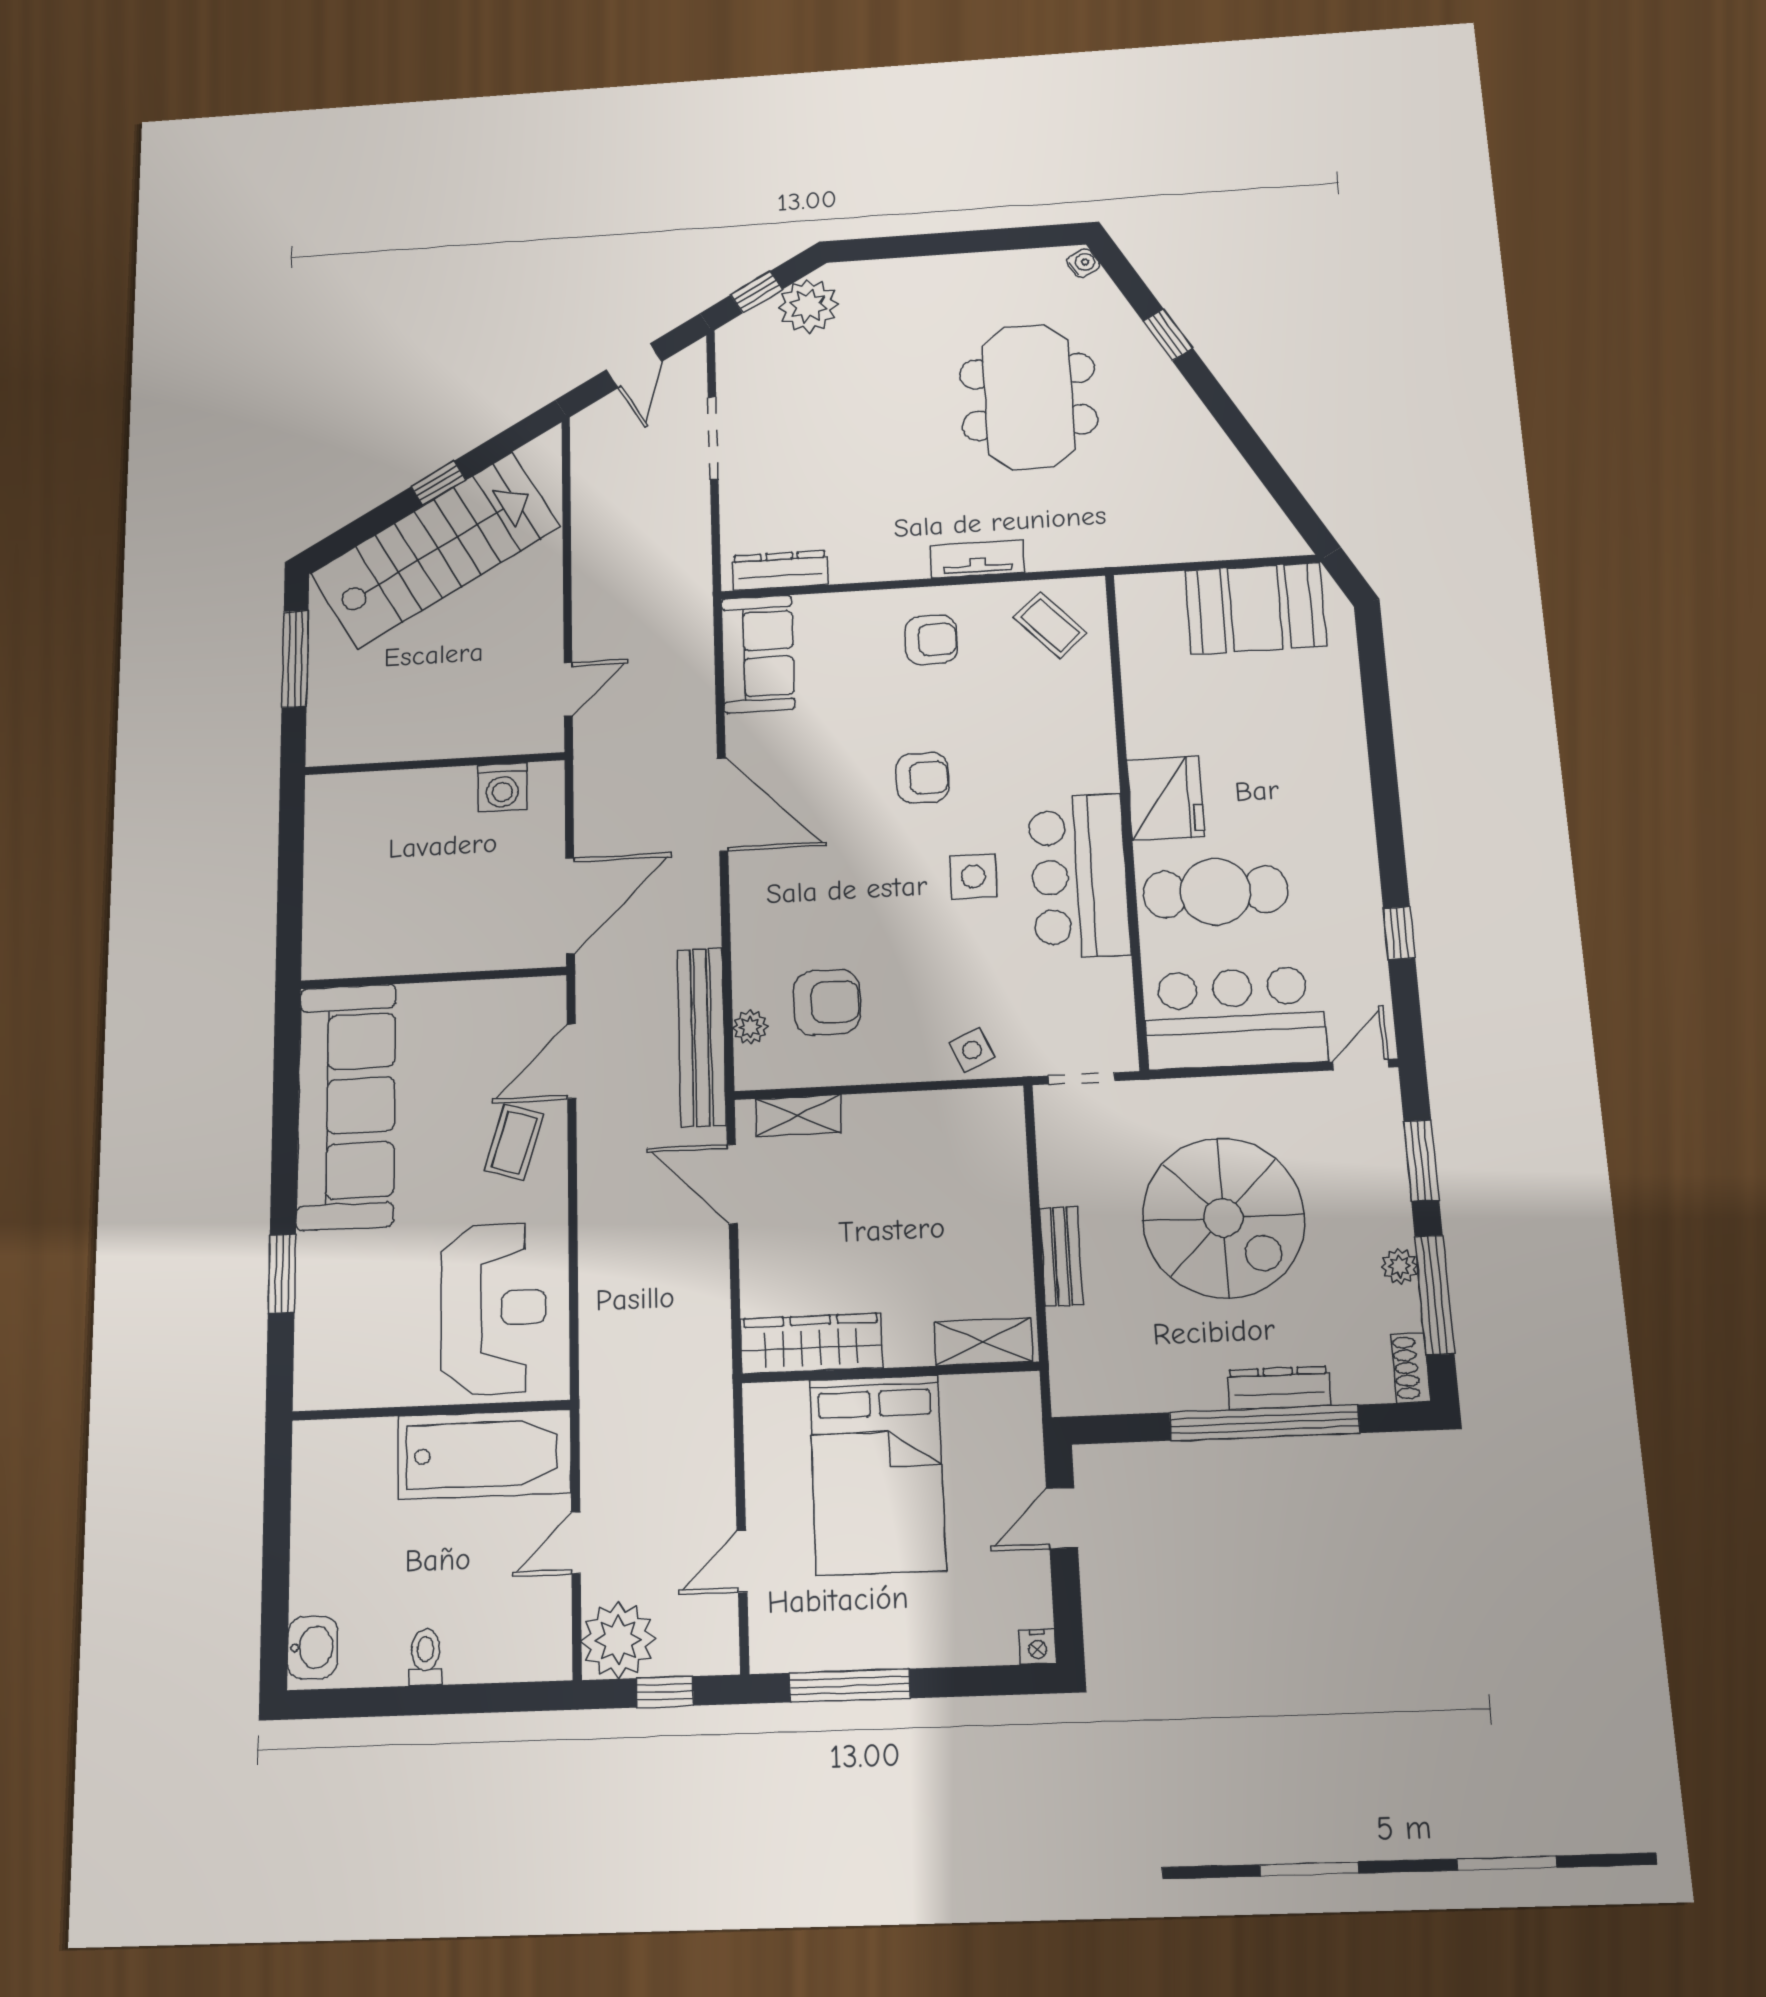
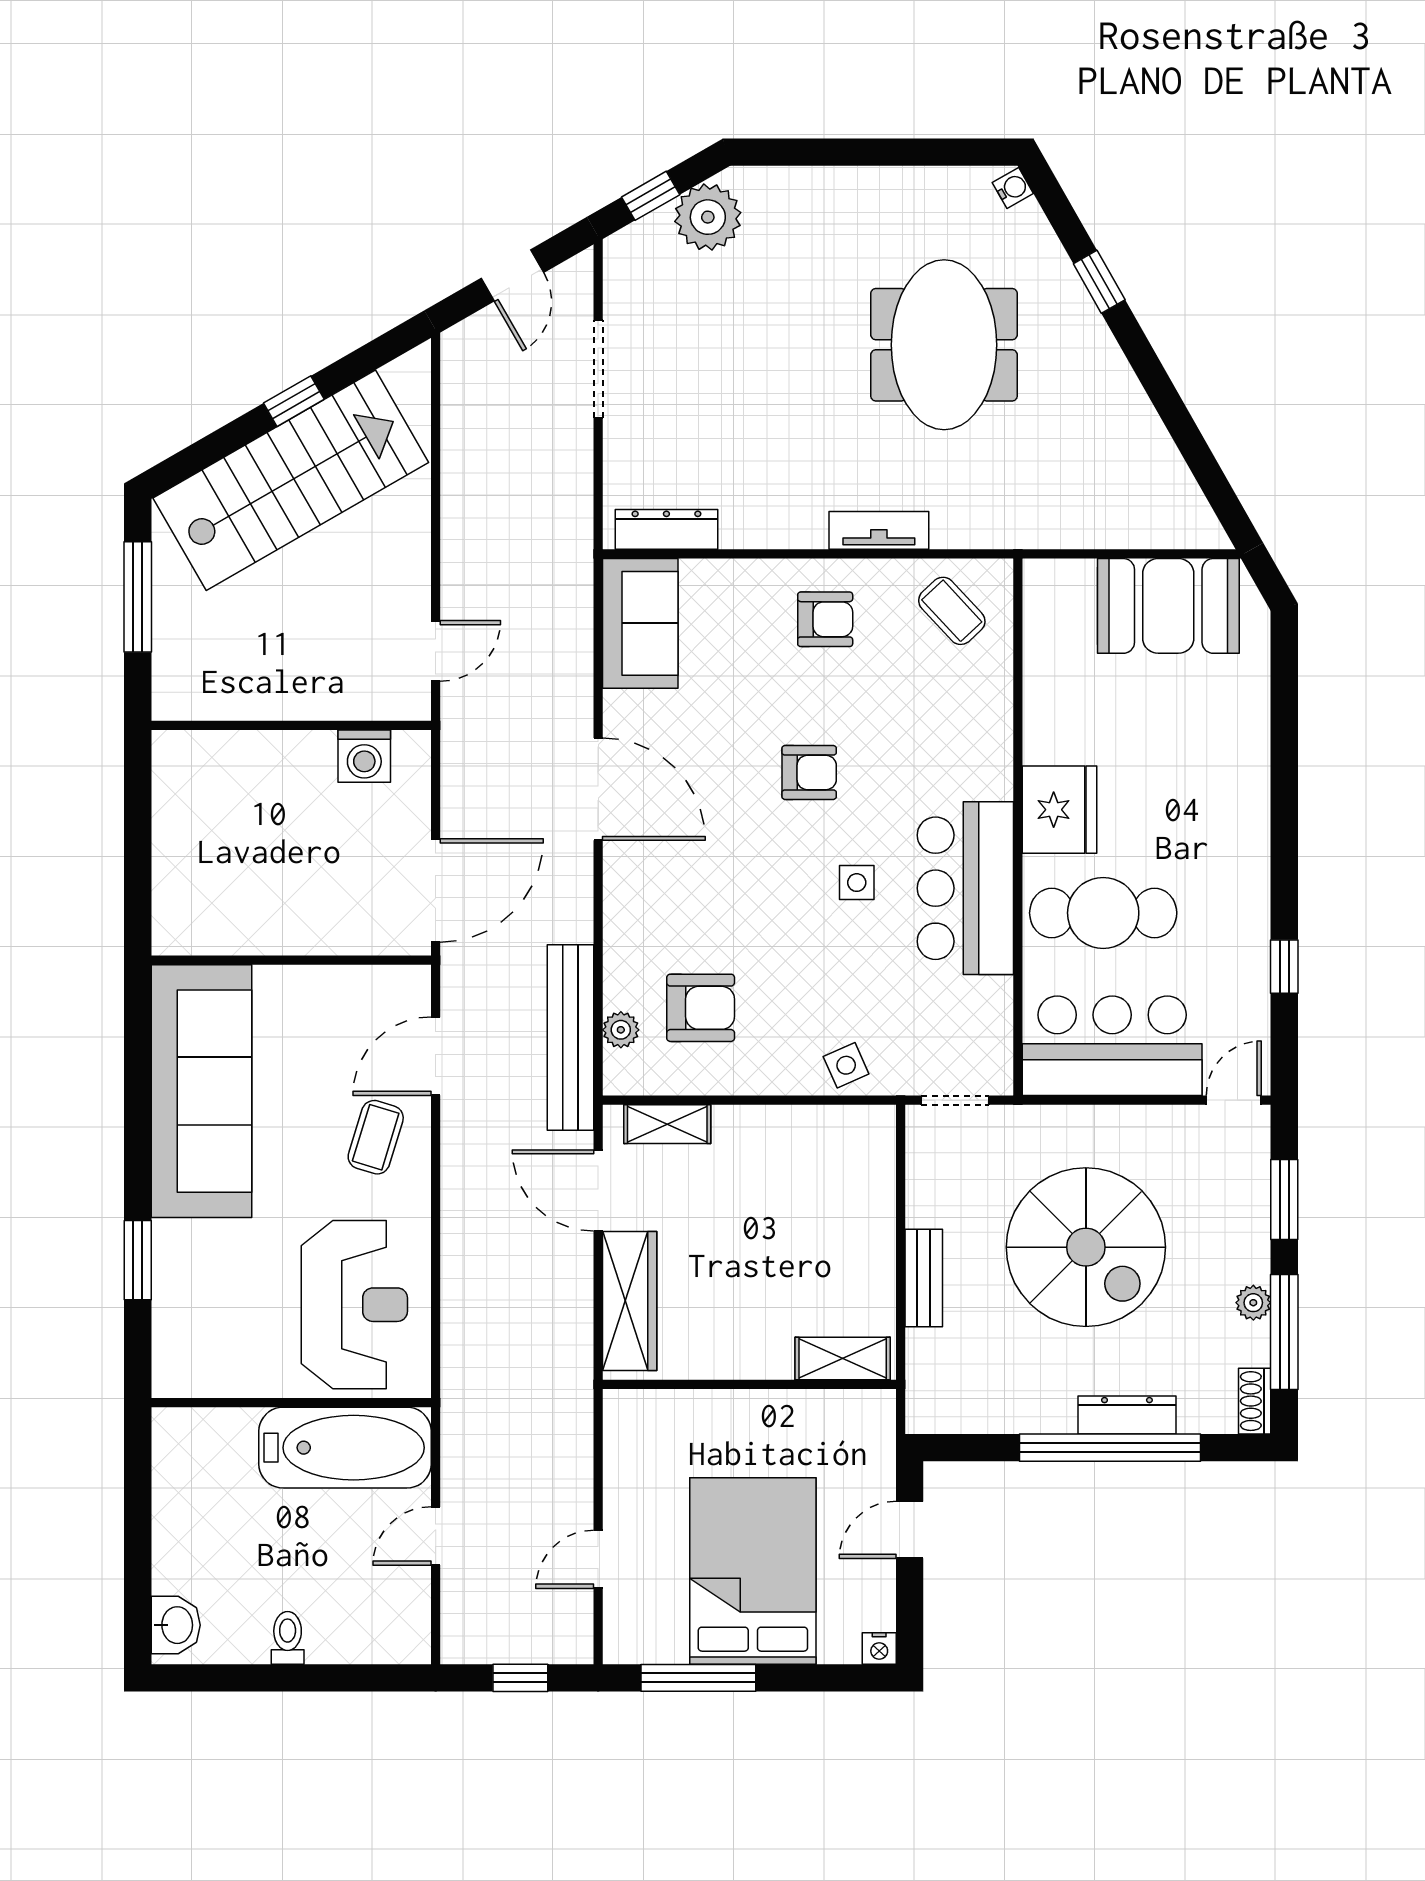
side table: (973, 876) -> (857, 883), width x0.73, depth x0.73
wardrobe: (811, 1343) -> (630, 1301), moved, turned 90
bed: (877, 1475) -> (753, 1571), moved, turned 180
plant: (618, 1640) -> (476, 1628), removed

